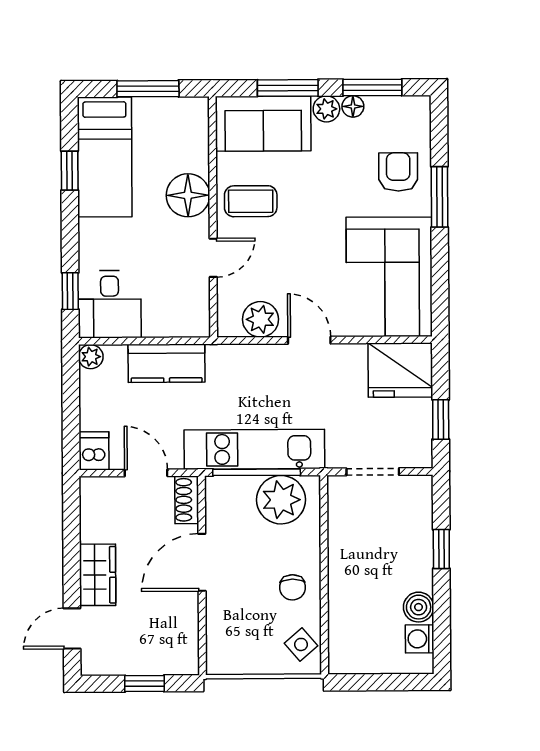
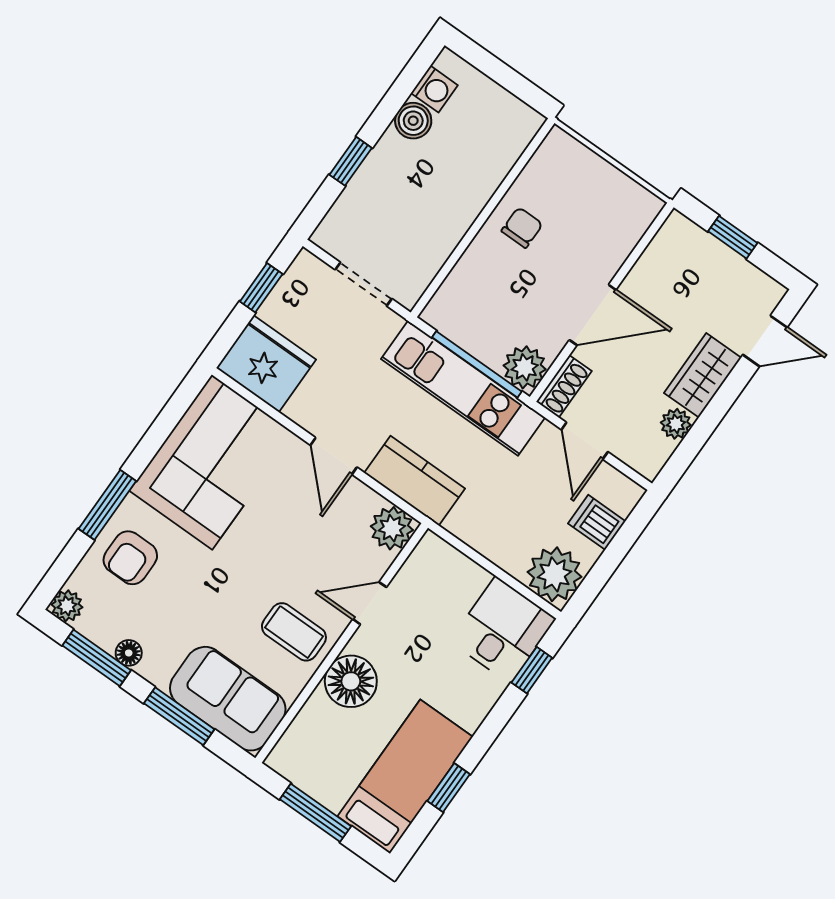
plant: (326, 109) -> (67, 606), moved
plant: (260, 319) -> (392, 528), moved
plant: (91, 357) -> (555, 574), width x1.88, depth x1.88
kitchen counter: (167, 363) -> (415, 481), moved
dishwasher: (94, 451) -> (597, 522), moved, turned 90
plant: (281, 500) -> (525, 367), moved, width x0.73, depth x0.73
plant: (92, 529) -> (676, 424), added
side table: (301, 644) -> (553, 166), removed

